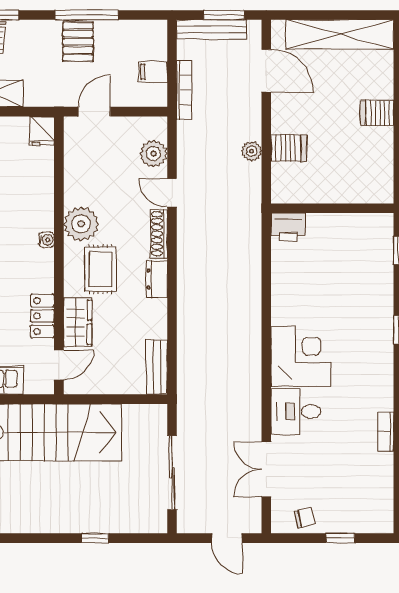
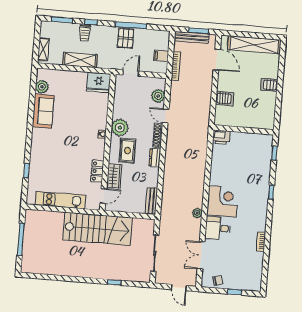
fridge: (42, 131) -> (99, 82), width x1.88, depth x1.34
plant: (252, 151) -> (197, 213), moved

